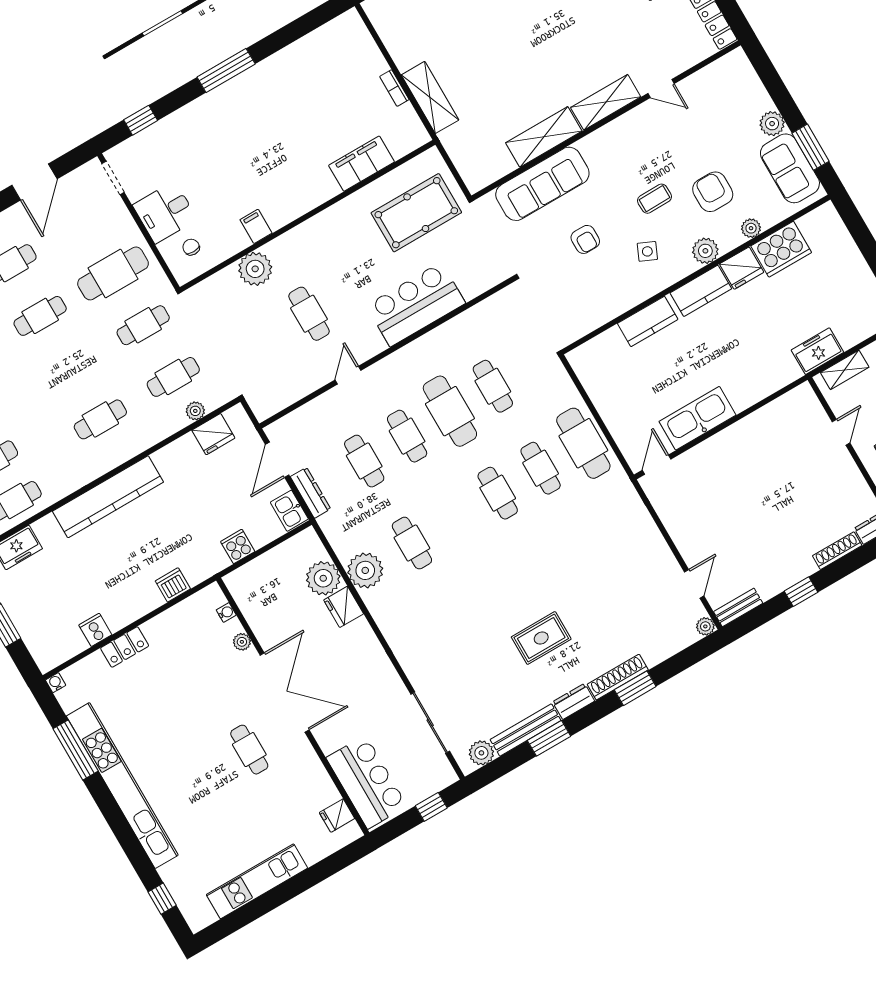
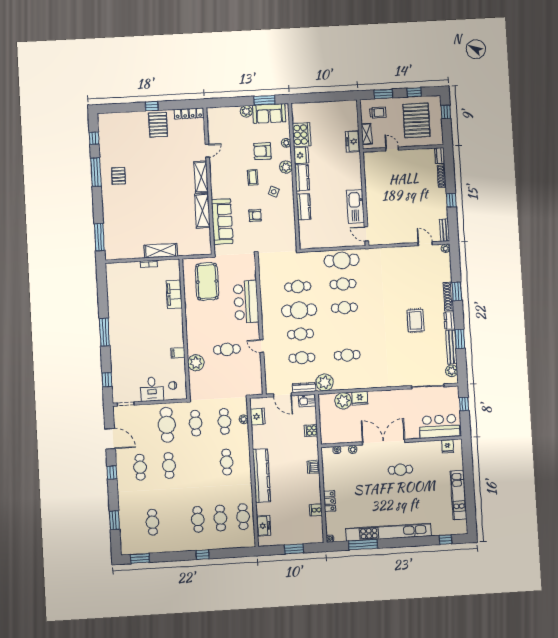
plant: (365, 570) -> (325, 382), moved

